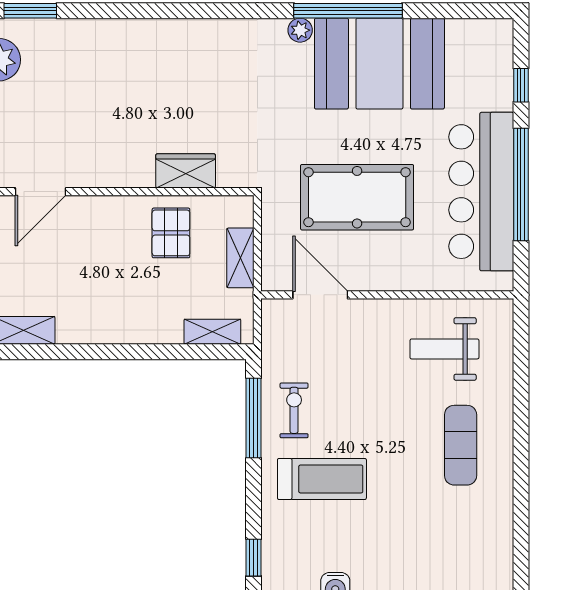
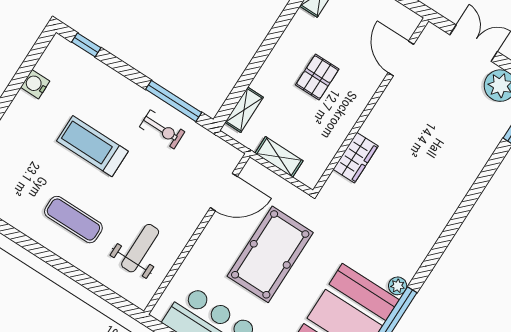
pallet: (171, 233) -> (317, 77), moved, turned 90
treadmill: (322, 479) -> (92, 146), moved, turned 90

